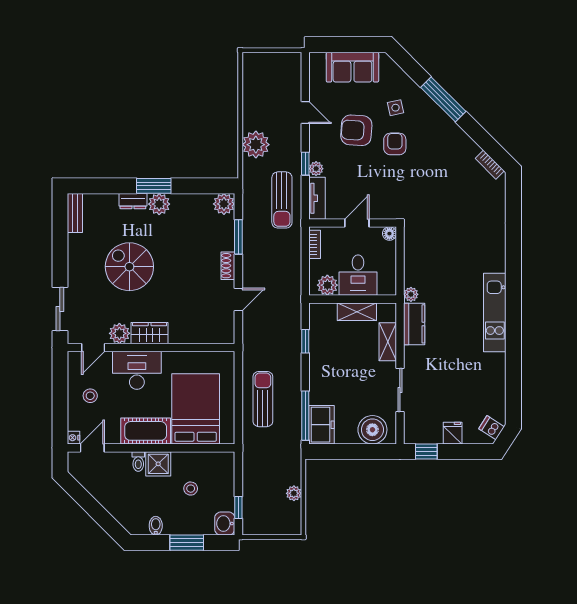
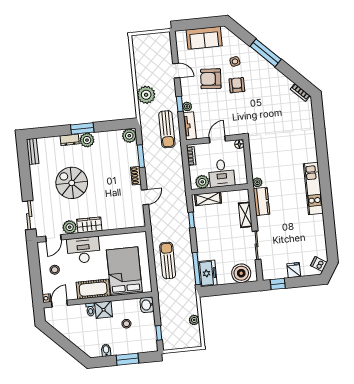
shelving: (357, 312) -> (208, 199), moved
washbasin: (225, 524) -> (147, 305), moved

